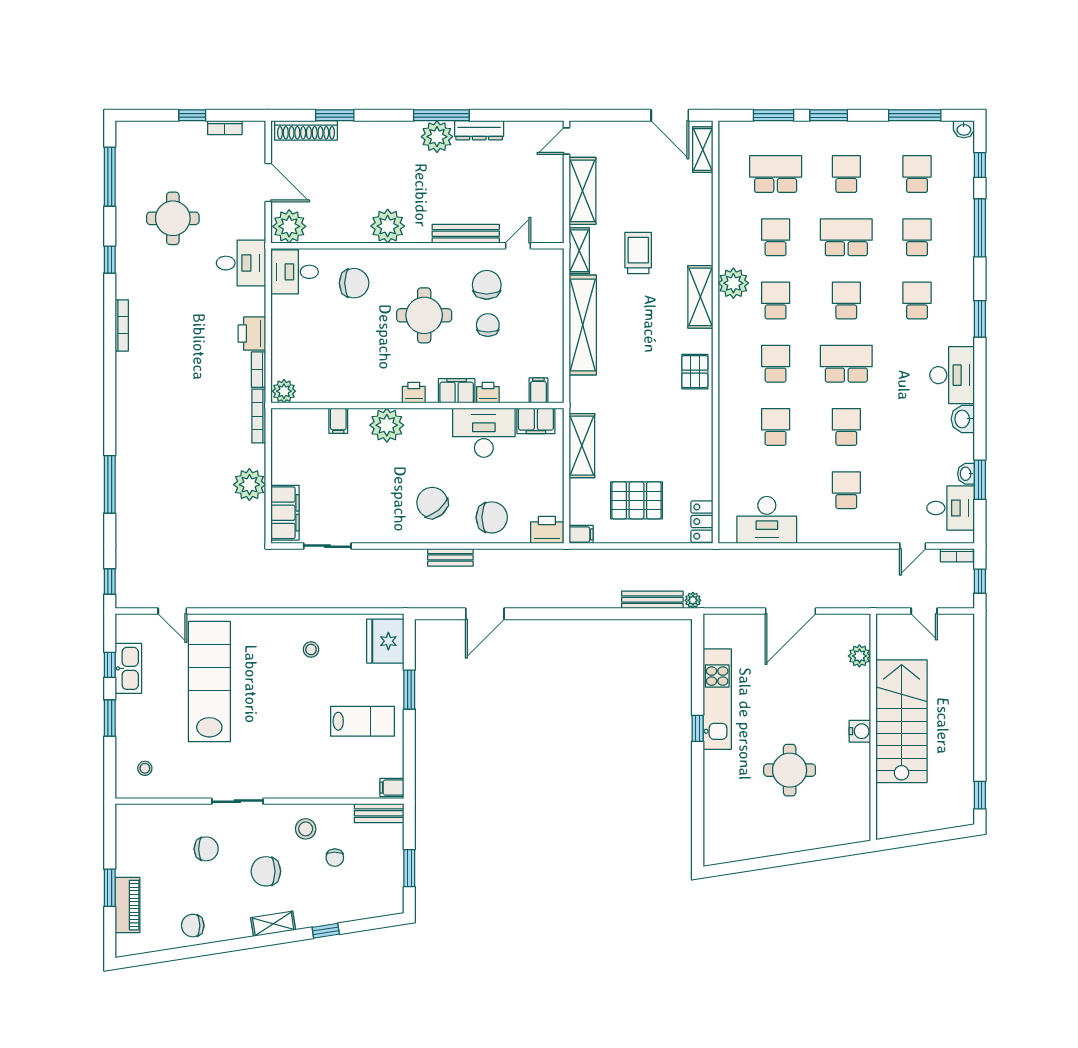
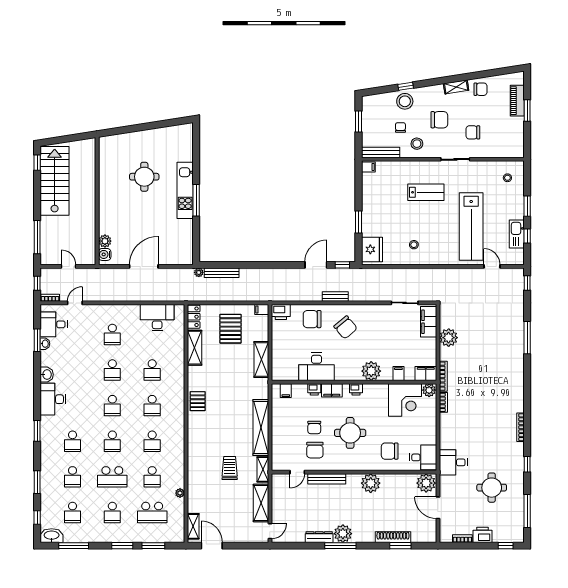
window: (192, 115) -> (506, 546), moved
washbasin: (964, 129) -> (52, 536), width x1.91, depth x1.45
shoe rack: (306, 130) -> (393, 537), moved
window: (980, 228) -> (37, 482), width x0.69
trolley: (638, 253) -> (230, 468), turned 180
plant: (733, 283) -> (180, 493), moved, width x0.53, depth x0.53
shelving: (700, 297) -> (194, 348), moved
printer: (252, 334) -> (482, 535), moved, turned -90
school desk: (846, 364) -> (112, 406), width x0.54
corner desk: (327, 374) -> (405, 400), added
filing cabinet: (536, 421) -> (426, 373), moved
pallet: (636, 500) -> (231, 329), turned 90
window: (438, 614) -> (342, 265), added
window: (980, 663) -> (37, 237), added
kitchen unit: (717, 699) -> (185, 190), moved
lab bench: (362, 721) -> (426, 192), moved, turned 180
stairs: (902, 721) -> (55, 181), moved, turned 180
window: (698, 728) -> (196, 200), width x2.17
water cooler: (860, 731) -> (105, 254), moved
bench: (379, 813) -> (381, 152), width x1.36
stool: (327, 904) -> (405, 101), added
shelving: (273, 924) -> (456, 87), moved

